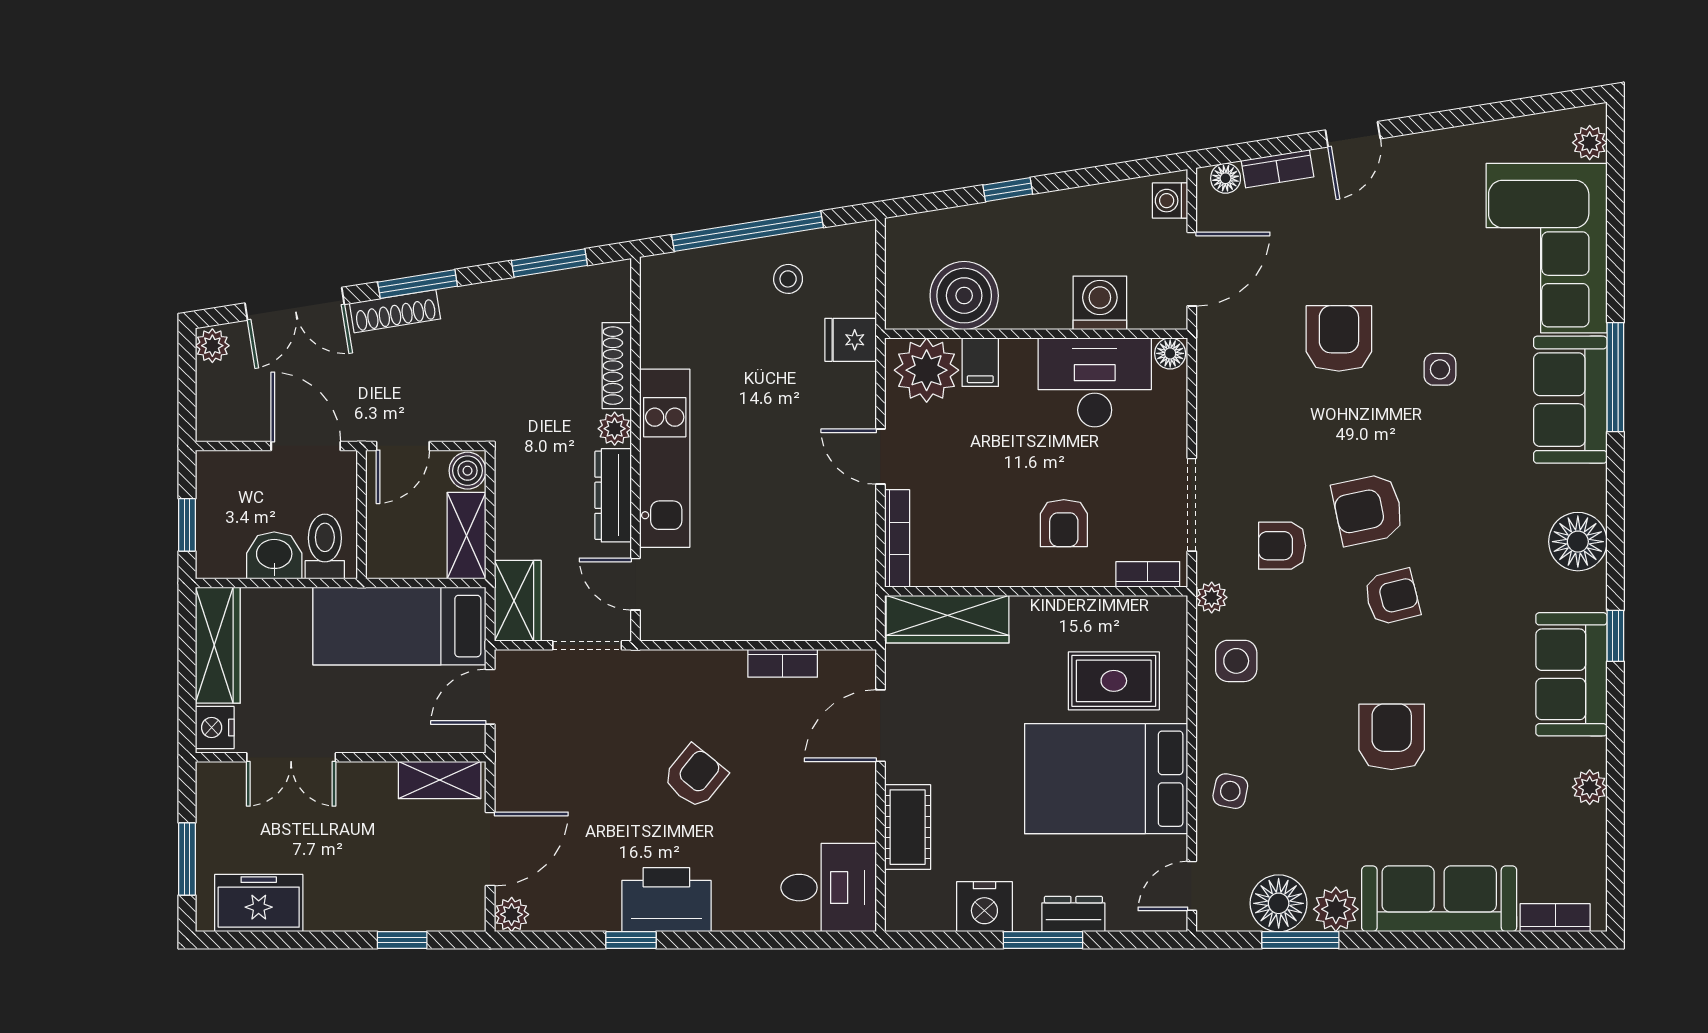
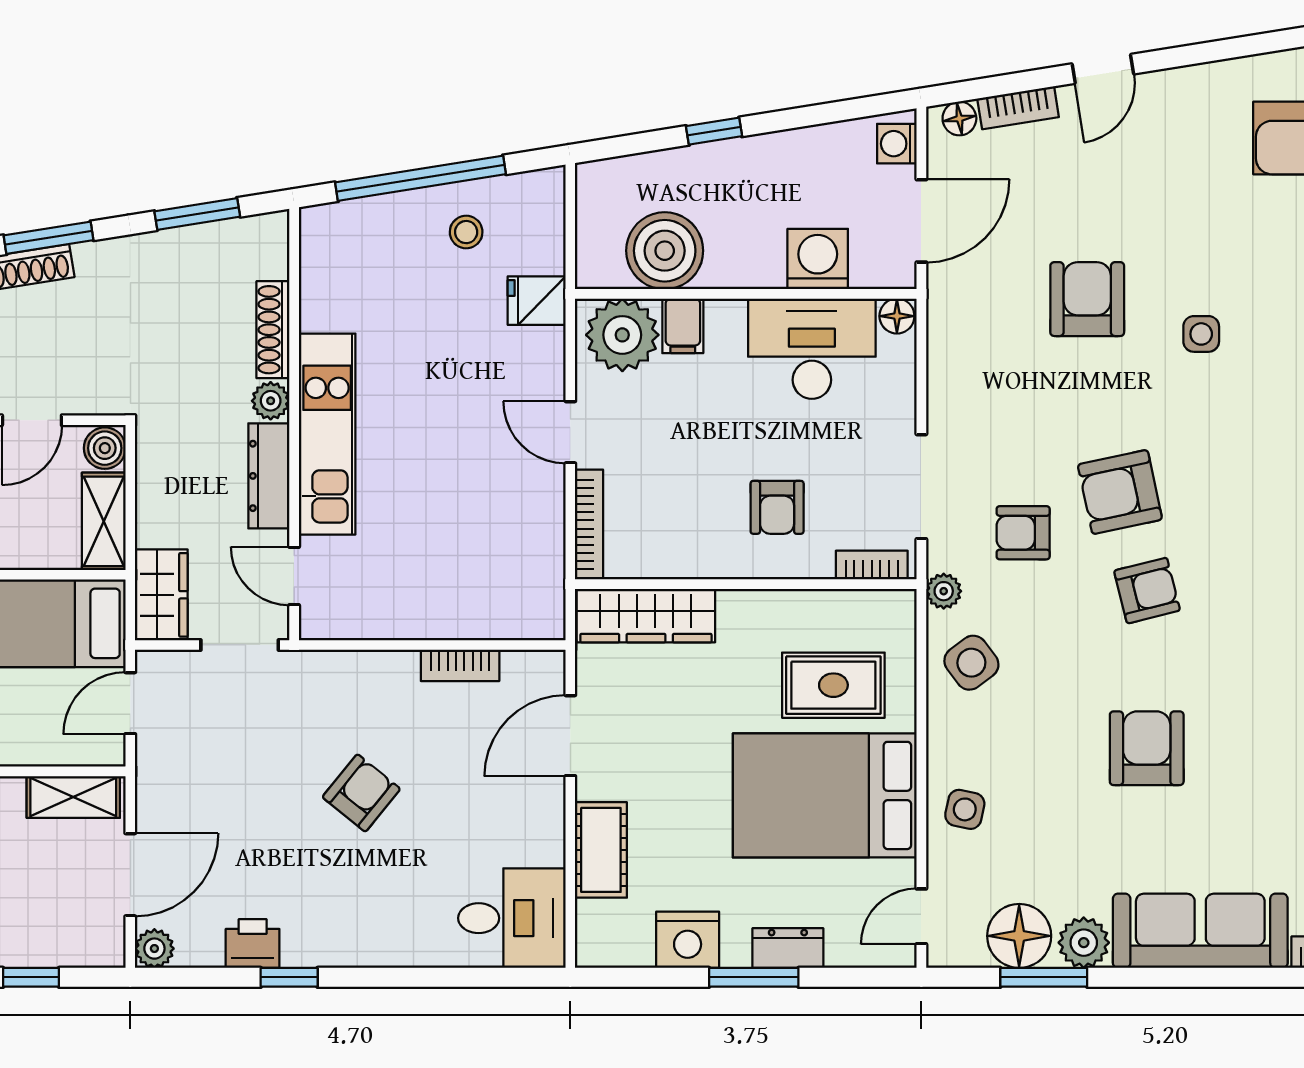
side table: (1236, 661) -> (971, 663), turned -37
printer: (666, 900) -> (253, 944), moved, width x0.53, depth x0.68

